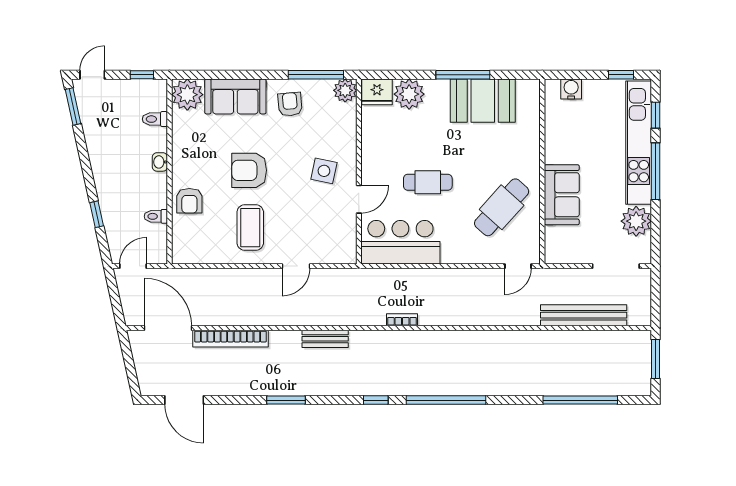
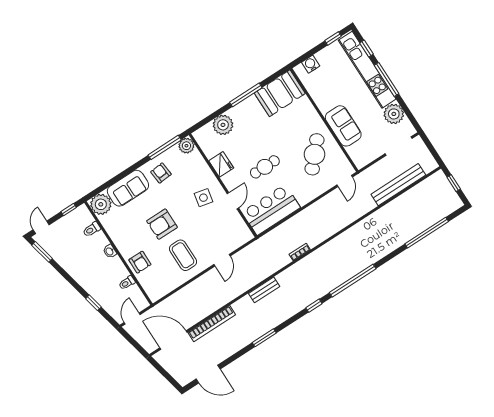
fridge: (377, 92) -> (221, 164), moved, turned -90
booth: (483, 101) -> (280, 93), moved
window: (656, 359) -> (454, 183), width x0.67

